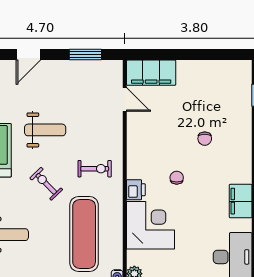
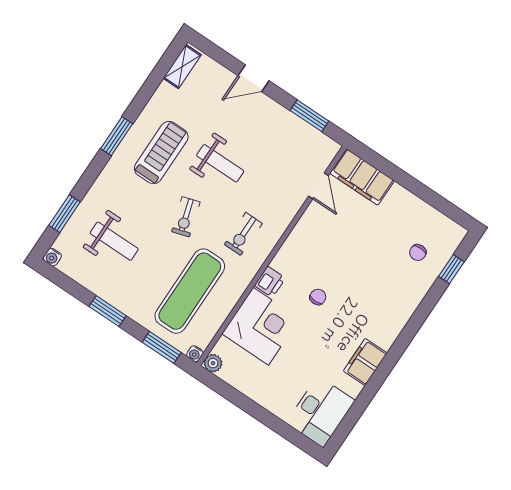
chair: (205, 139) -> (418, 253), moved
exercise bike: (95, 169) -> (243, 234), turned 90
exercise bike: (46, 184) -> (186, 217), turned -153

